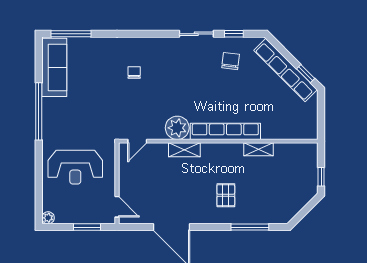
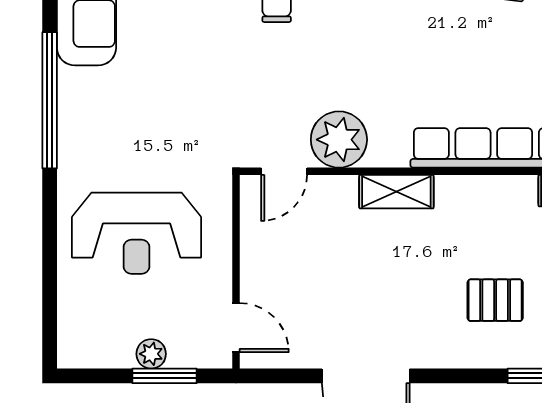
plant: (177, 128) -> (339, 140), moved
pallet: (226, 195) -> (495, 300), turned 90
plant: (48, 218) -> (151, 354), moved

